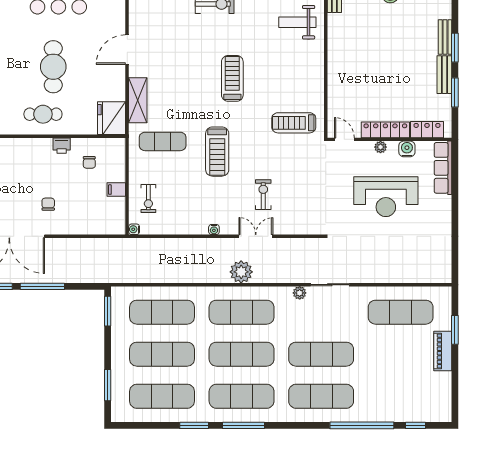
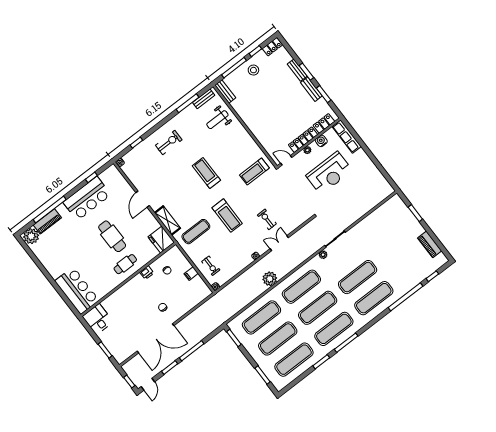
plant: (241, 272) -> (270, 279), moved
exercise mat: (401, 312) -> (381, 225), removed
piano: (443, 351) -> (430, 244), moved

